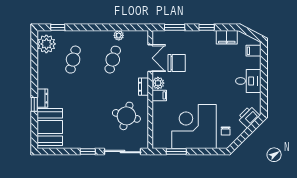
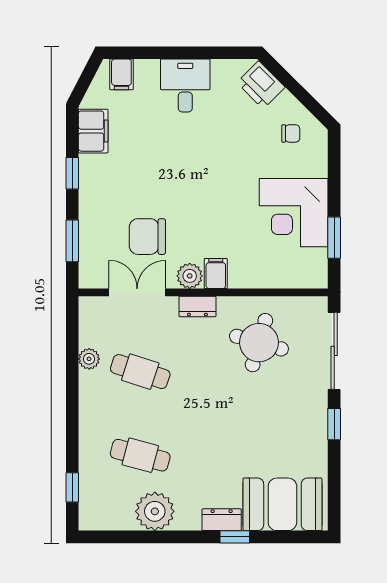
plant: (46, 44) -> (155, 511), moved
chair: (177, 63) -> (147, 237), turned -90
corner desk: (194, 126) -> (294, 213), width x0.74, depth x0.74

